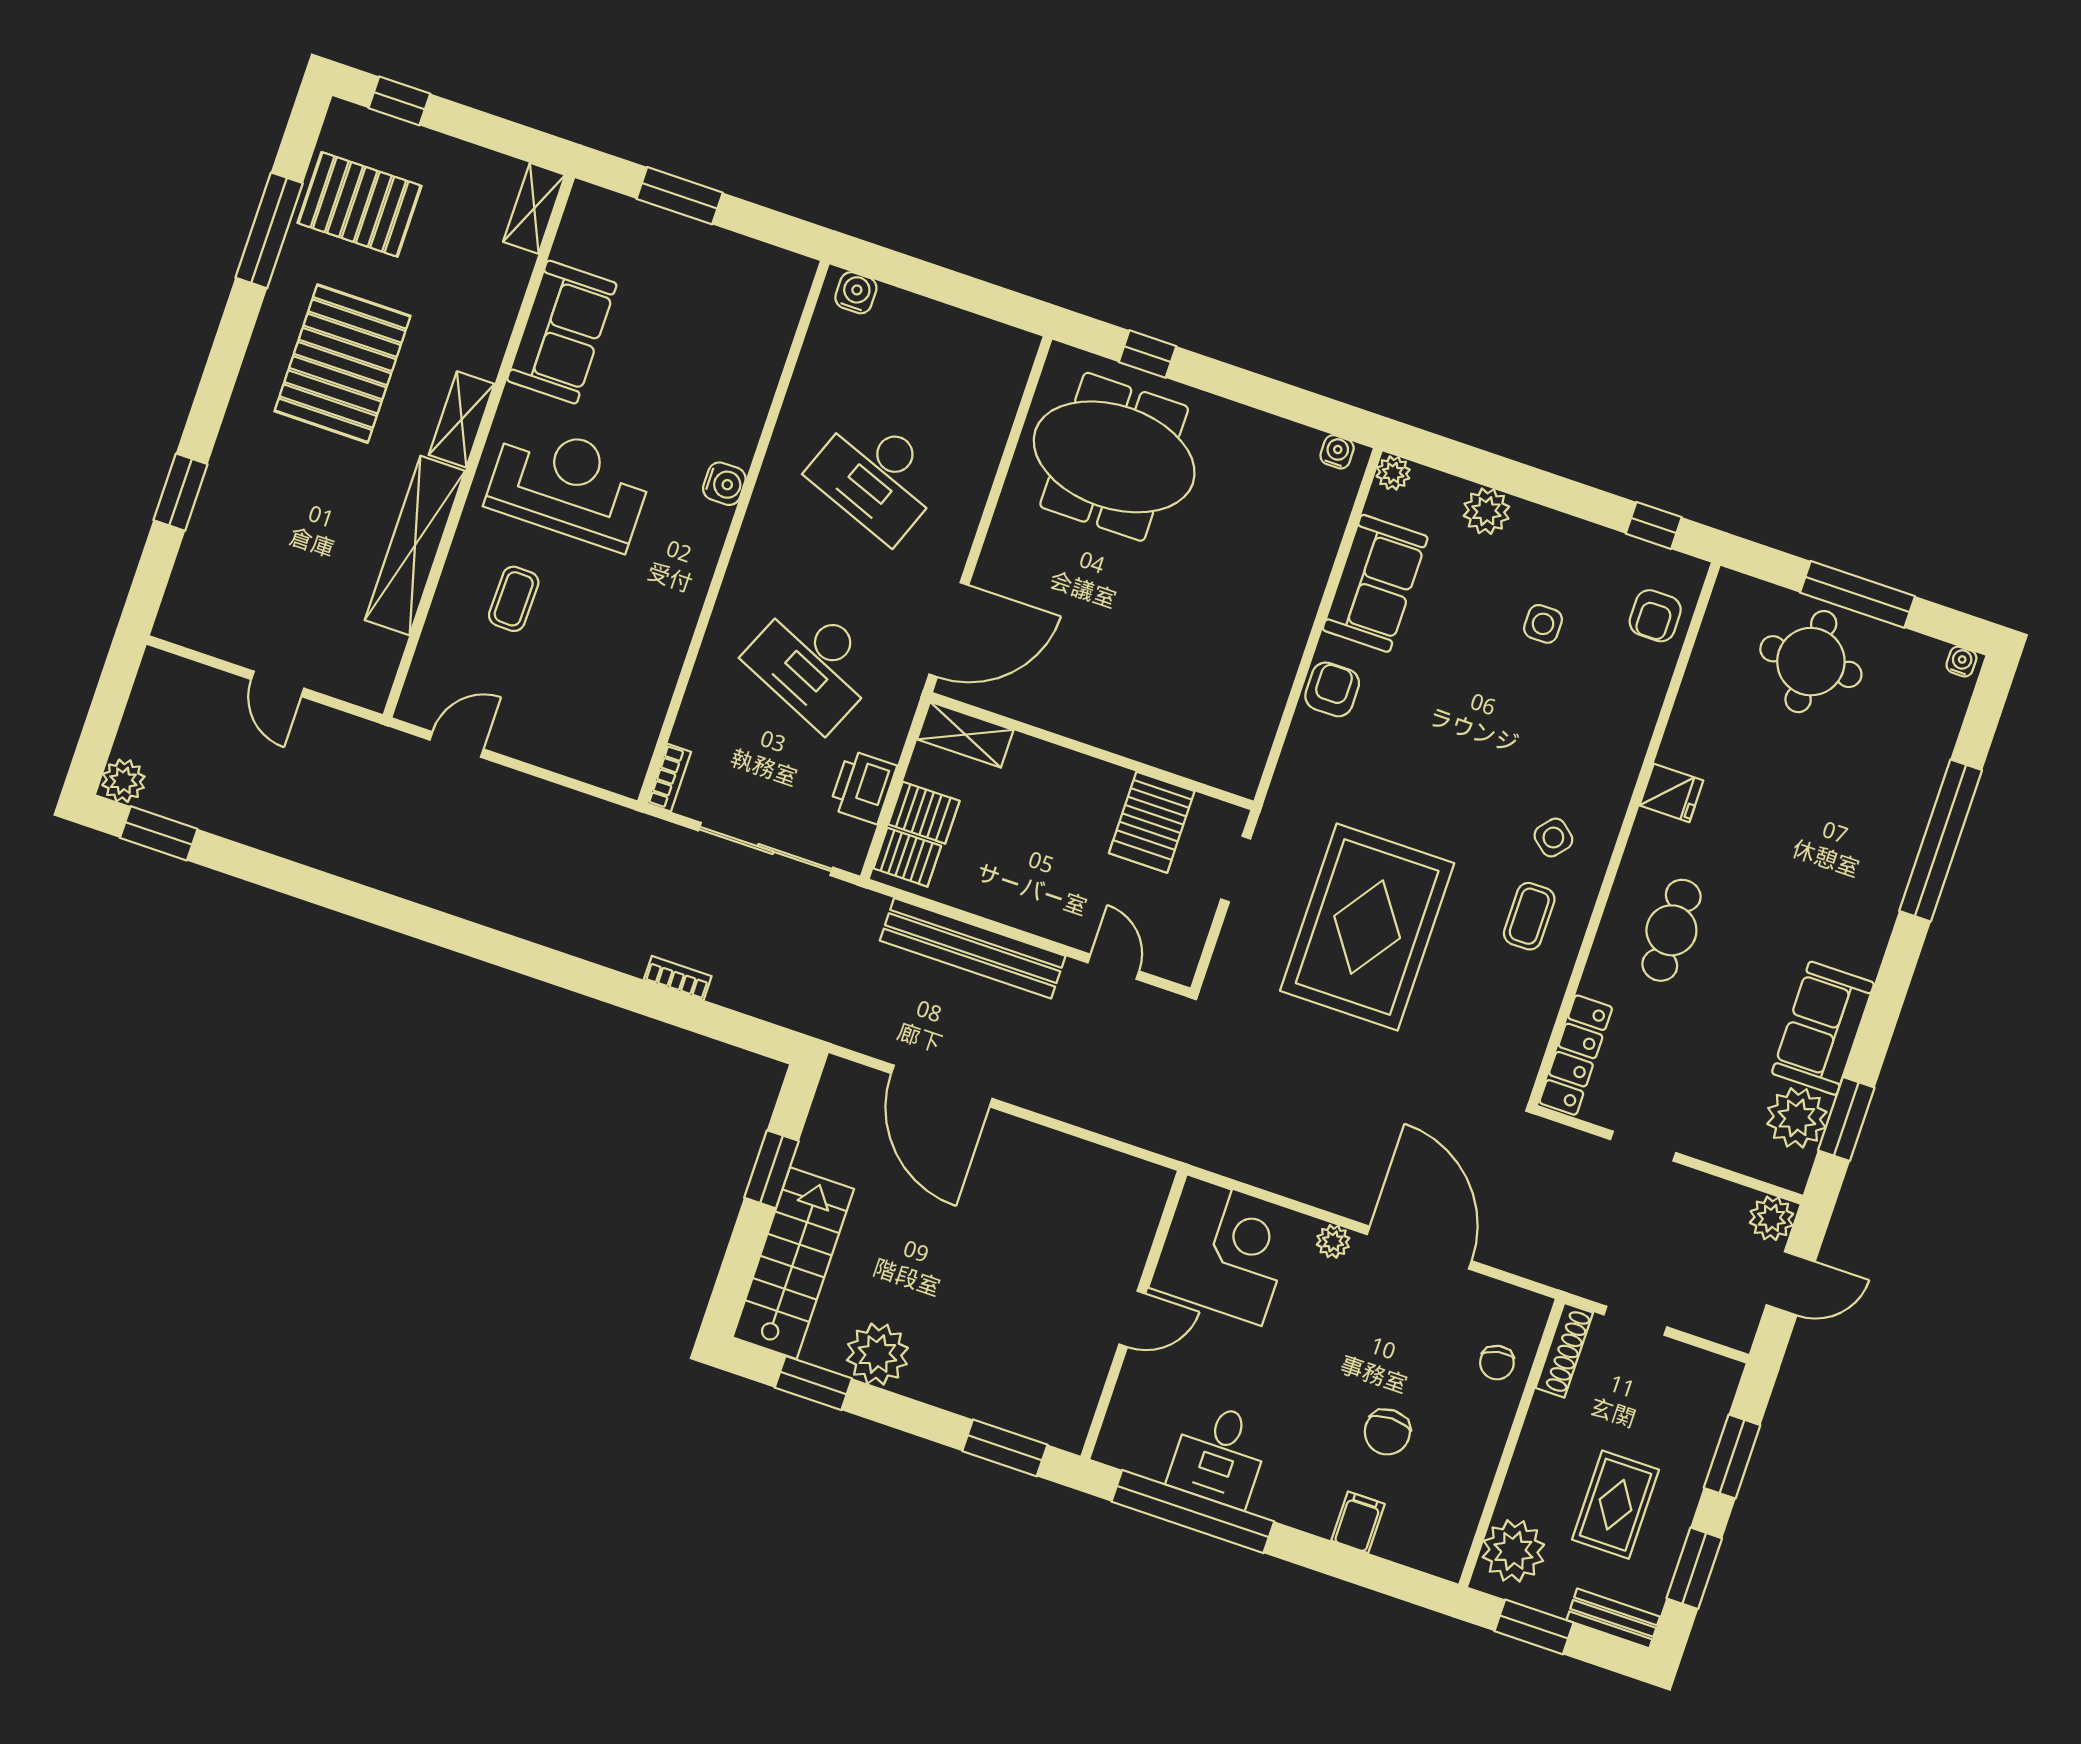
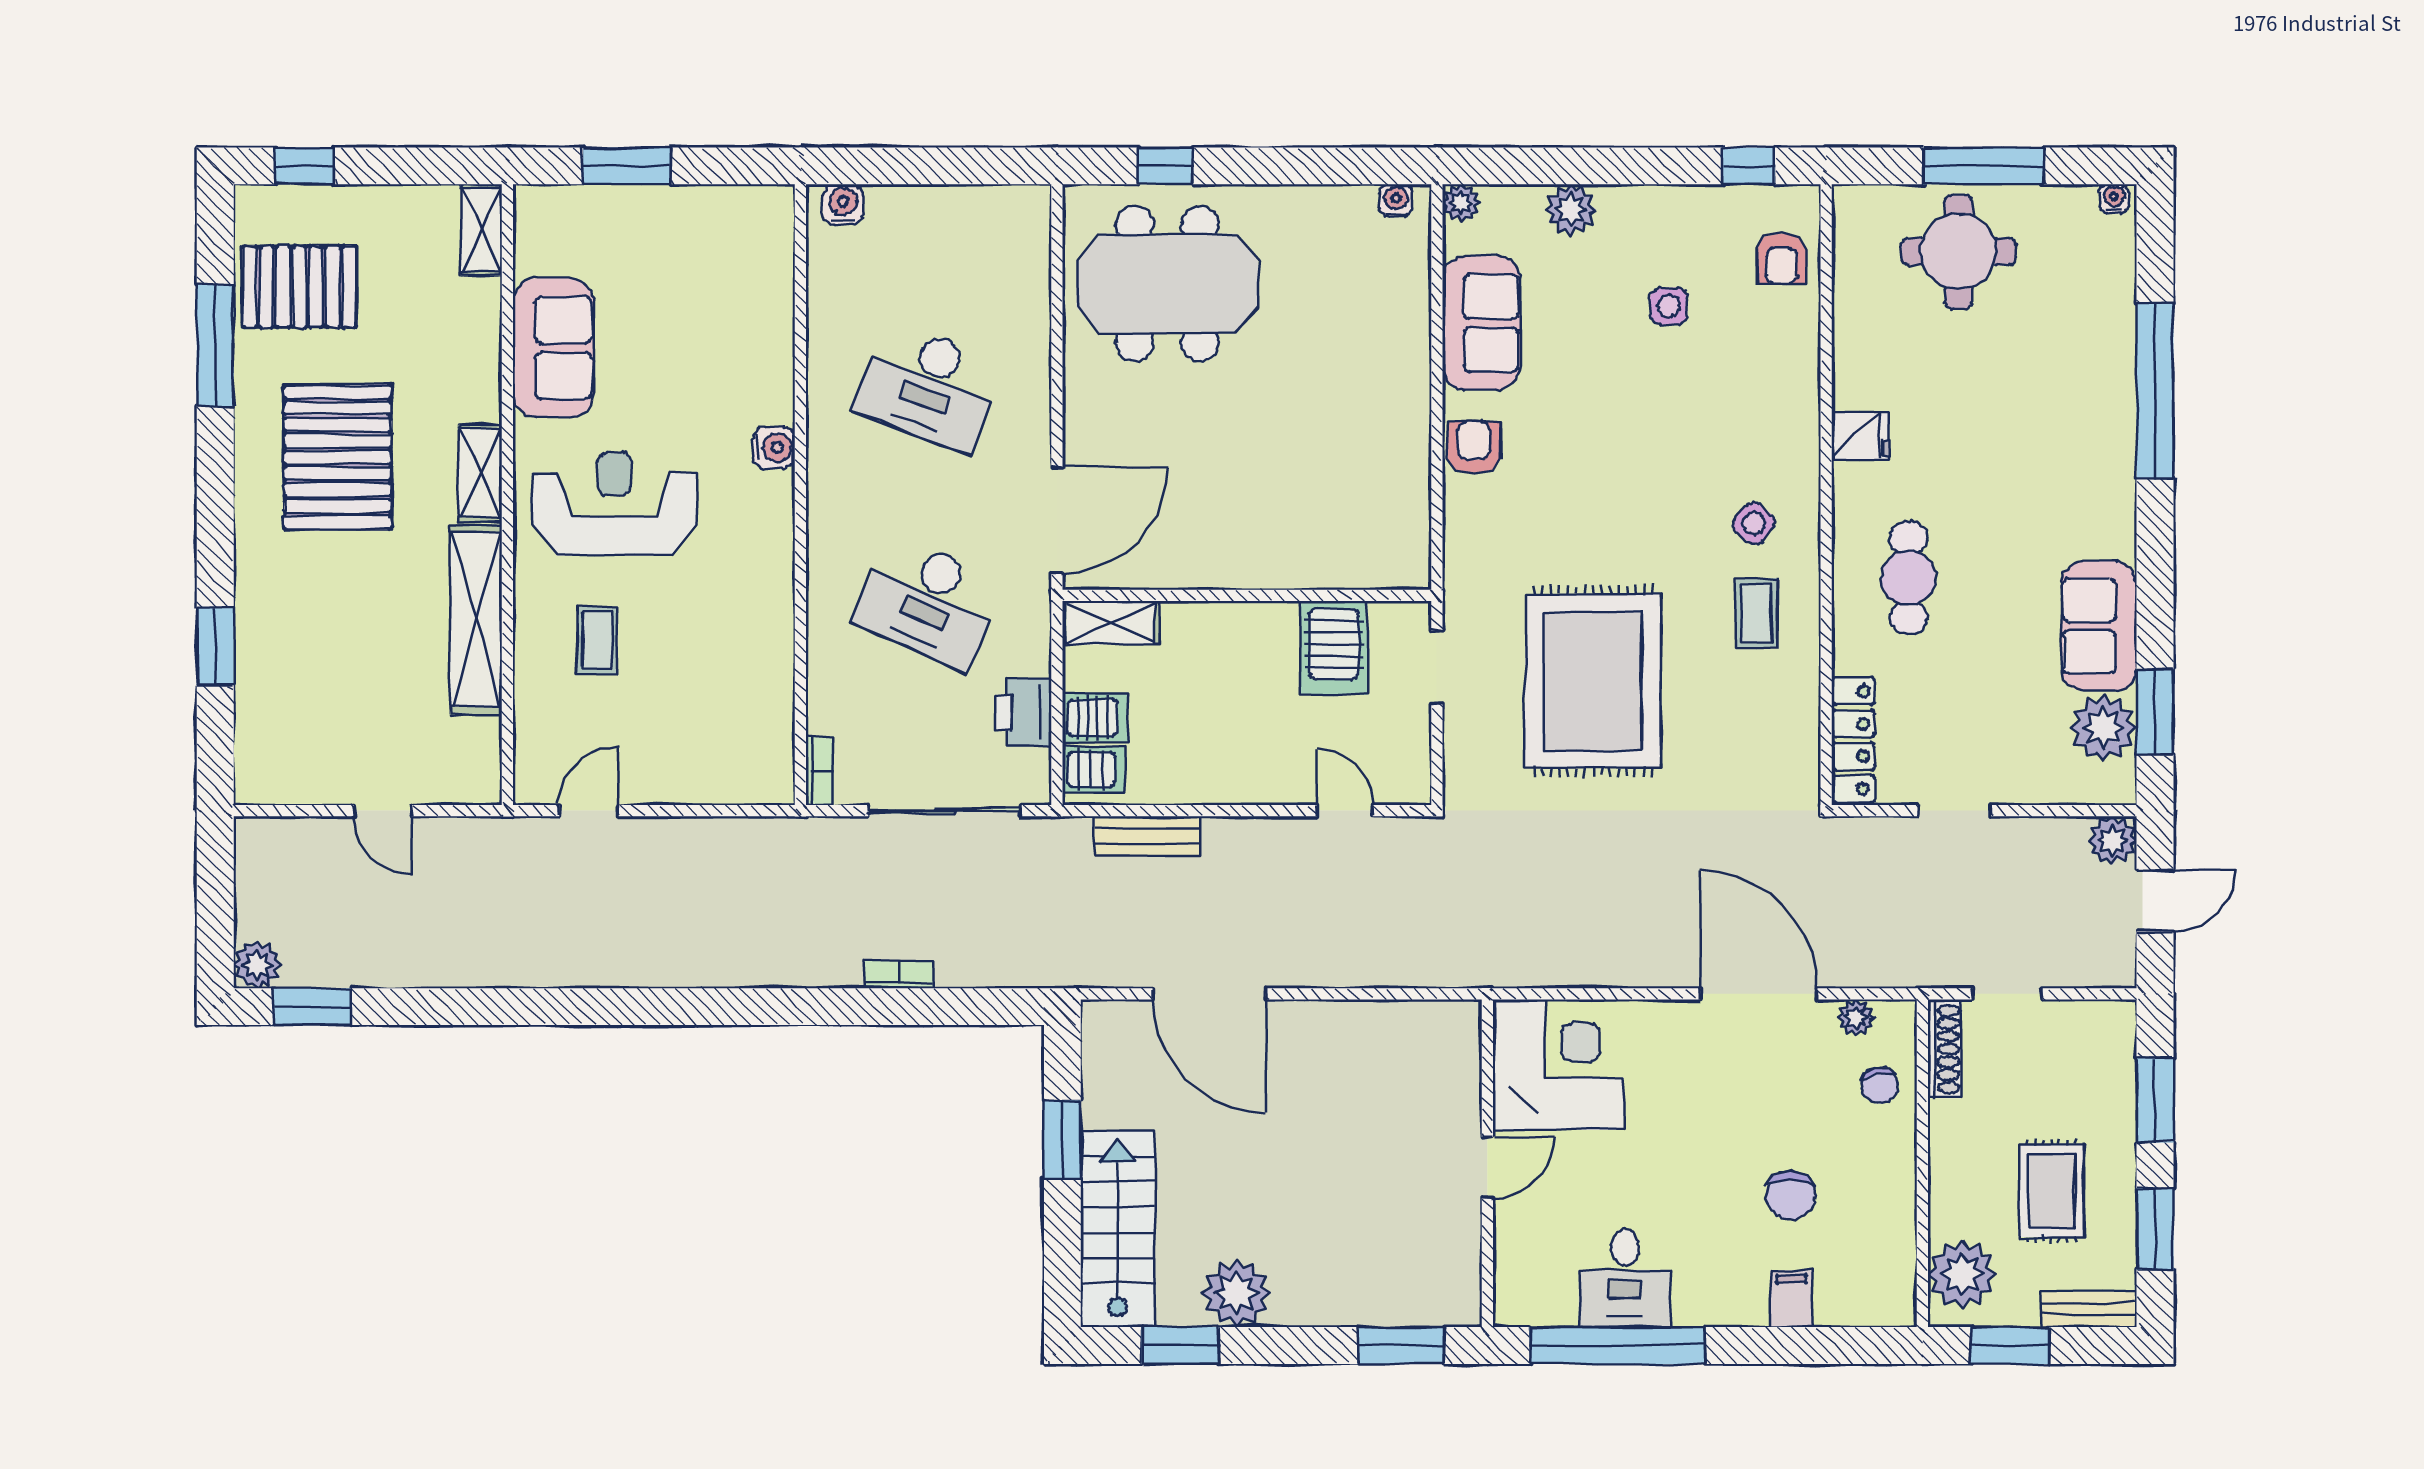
bench: (973, 948) -> (1147, 836), width x0.54, depth x0.82
plant: (1333, 1241) -> (1856, 1017), moved

